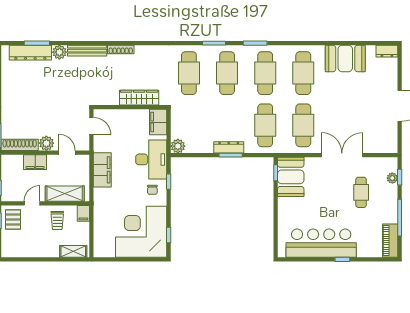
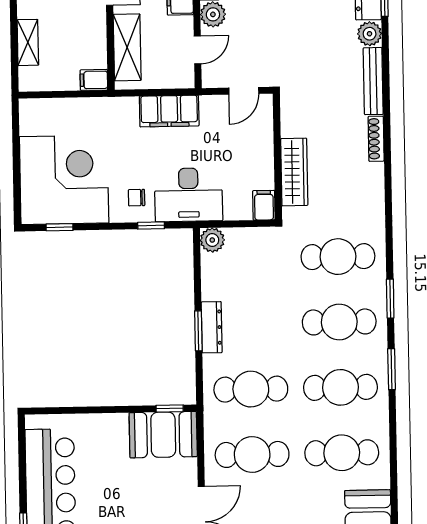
filing cabinet: (158, 122) -> (264, 205), width x0.50
trolley: (57, 221) -> (81, 36), removed
shelving: (73, 251) -> (28, 42), moved

